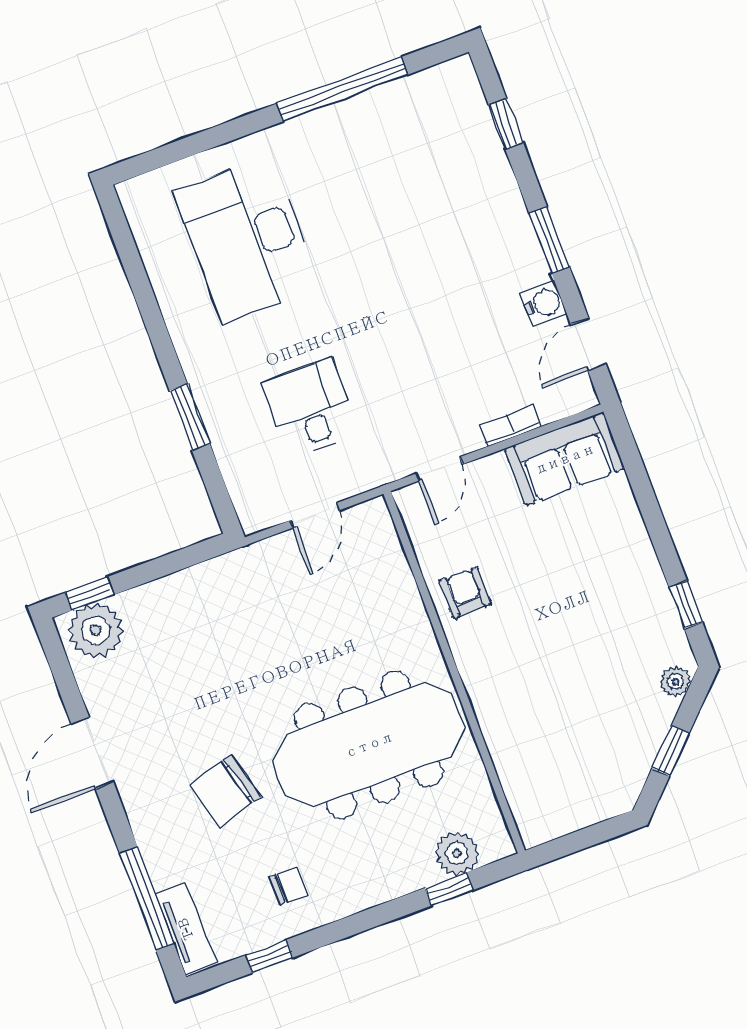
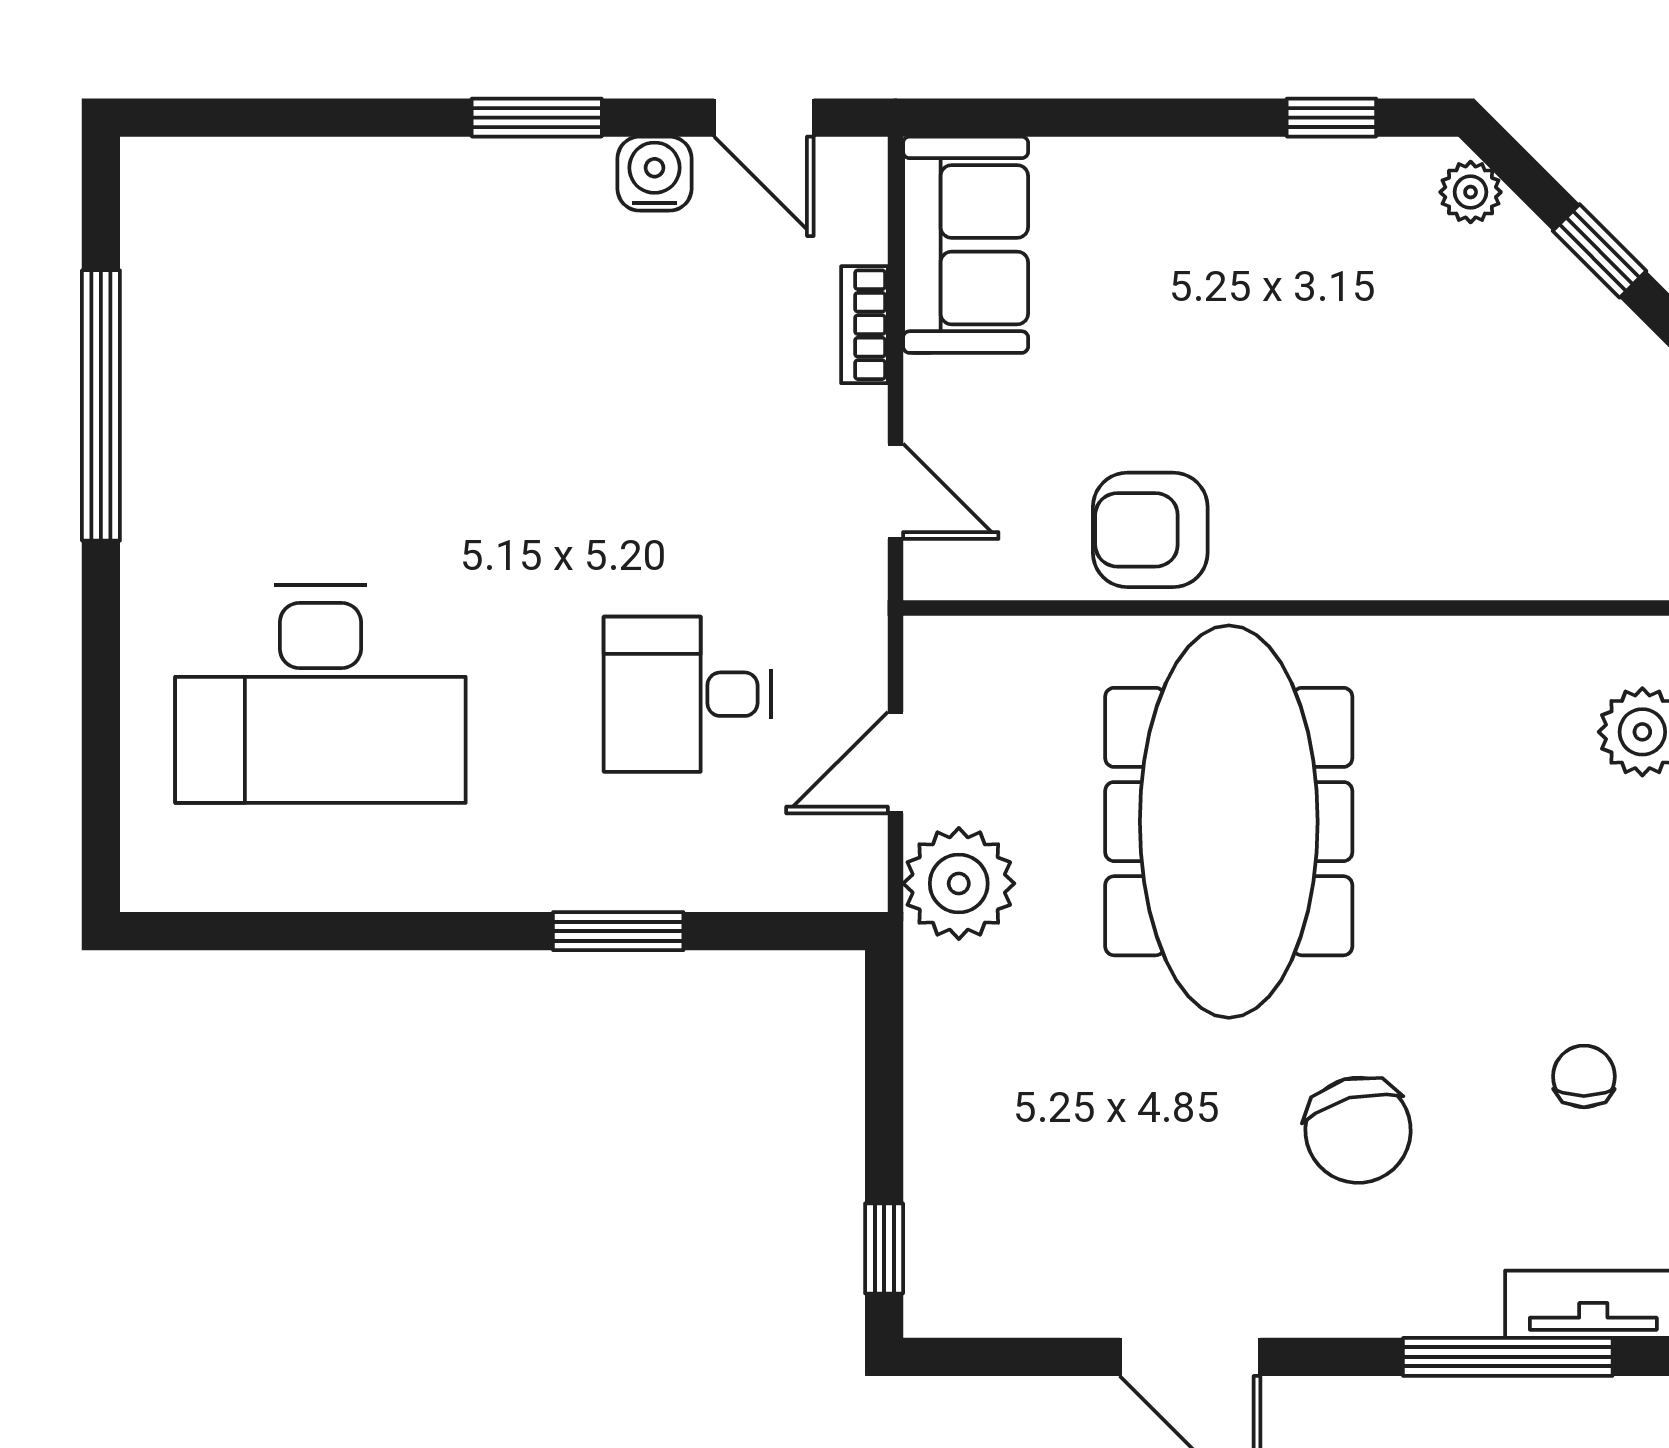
window: (506, 124) -> (284, 118), removed
door: (315, 515) -> (895, 763), swing flipped
armchair: (465, 592) -> (1150, 530), width x1.38, depth x1.38
plant: (96, 630) -> (959, 883), moved
meeting table: (369, 745) -> (1229, 822), moved

